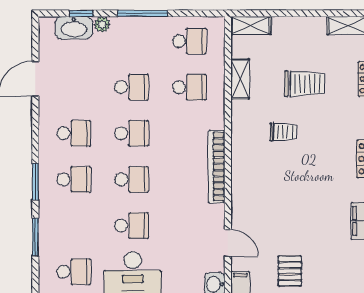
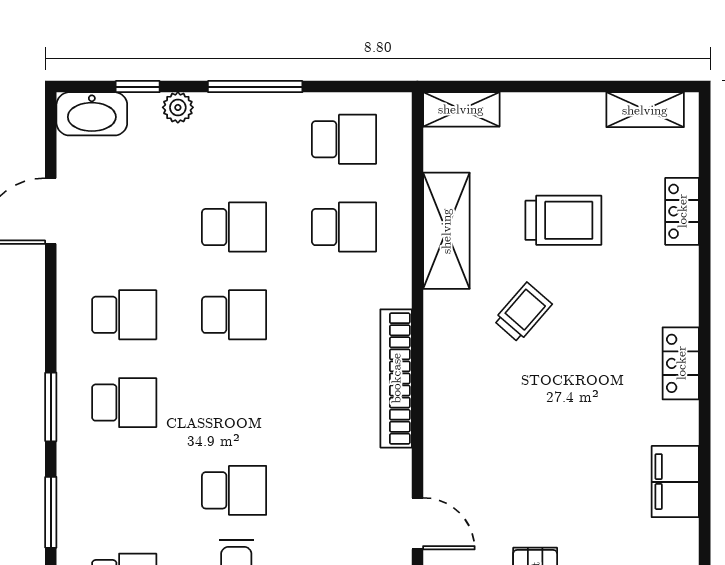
washbasin: (74, 28) -> (92, 114), moved
shelving: (240, 79) -> (446, 231), width x1.50, depth x1.33
trolley: (283, 132) -> (523, 312), turned -49
school desk: (132, 179) -> (234, 403), removed

